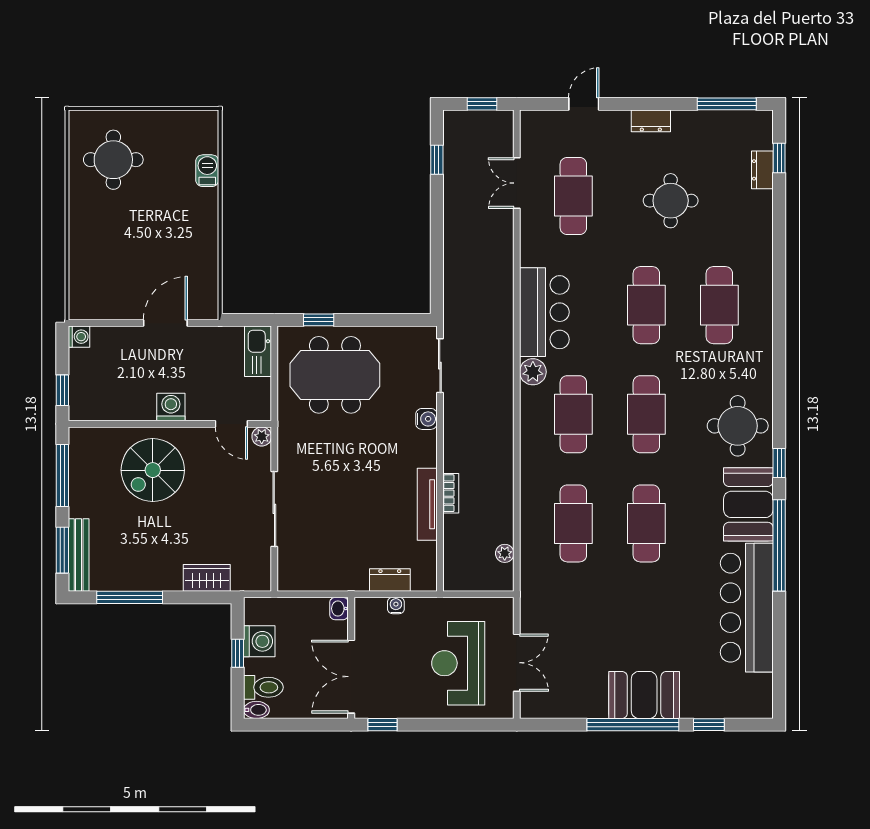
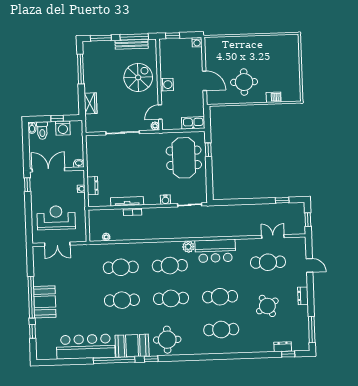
round table: (113, 160) -> (244, 82), moved
round table: (671, 201) -> (267, 306), turned -31
spiral stairs: (153, 470) -> (138, 77), turned 90
bench: (79, 555) -> (132, 44), moved

